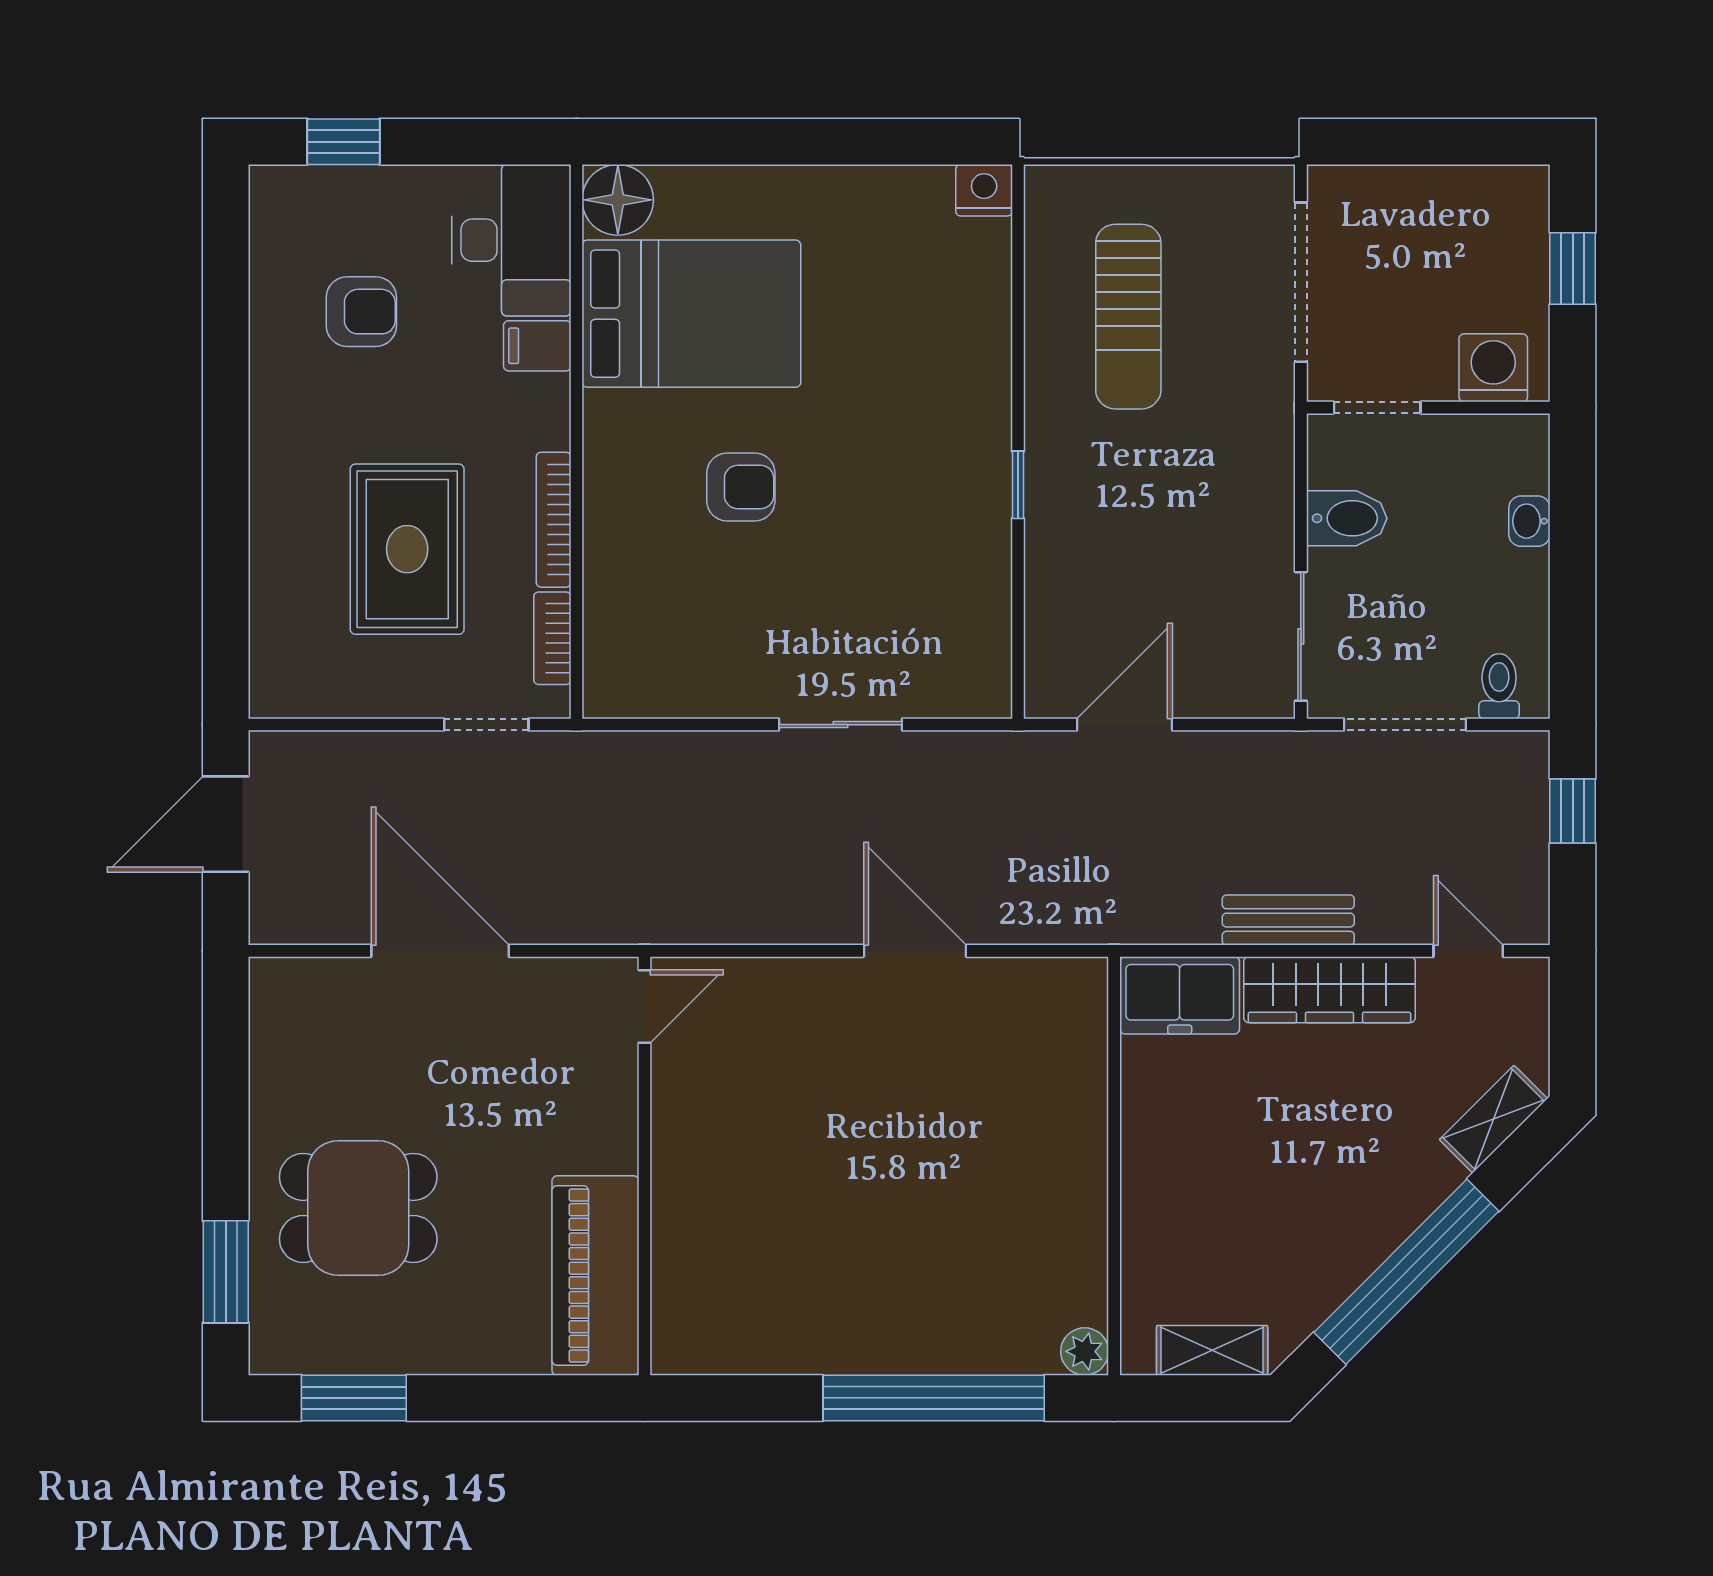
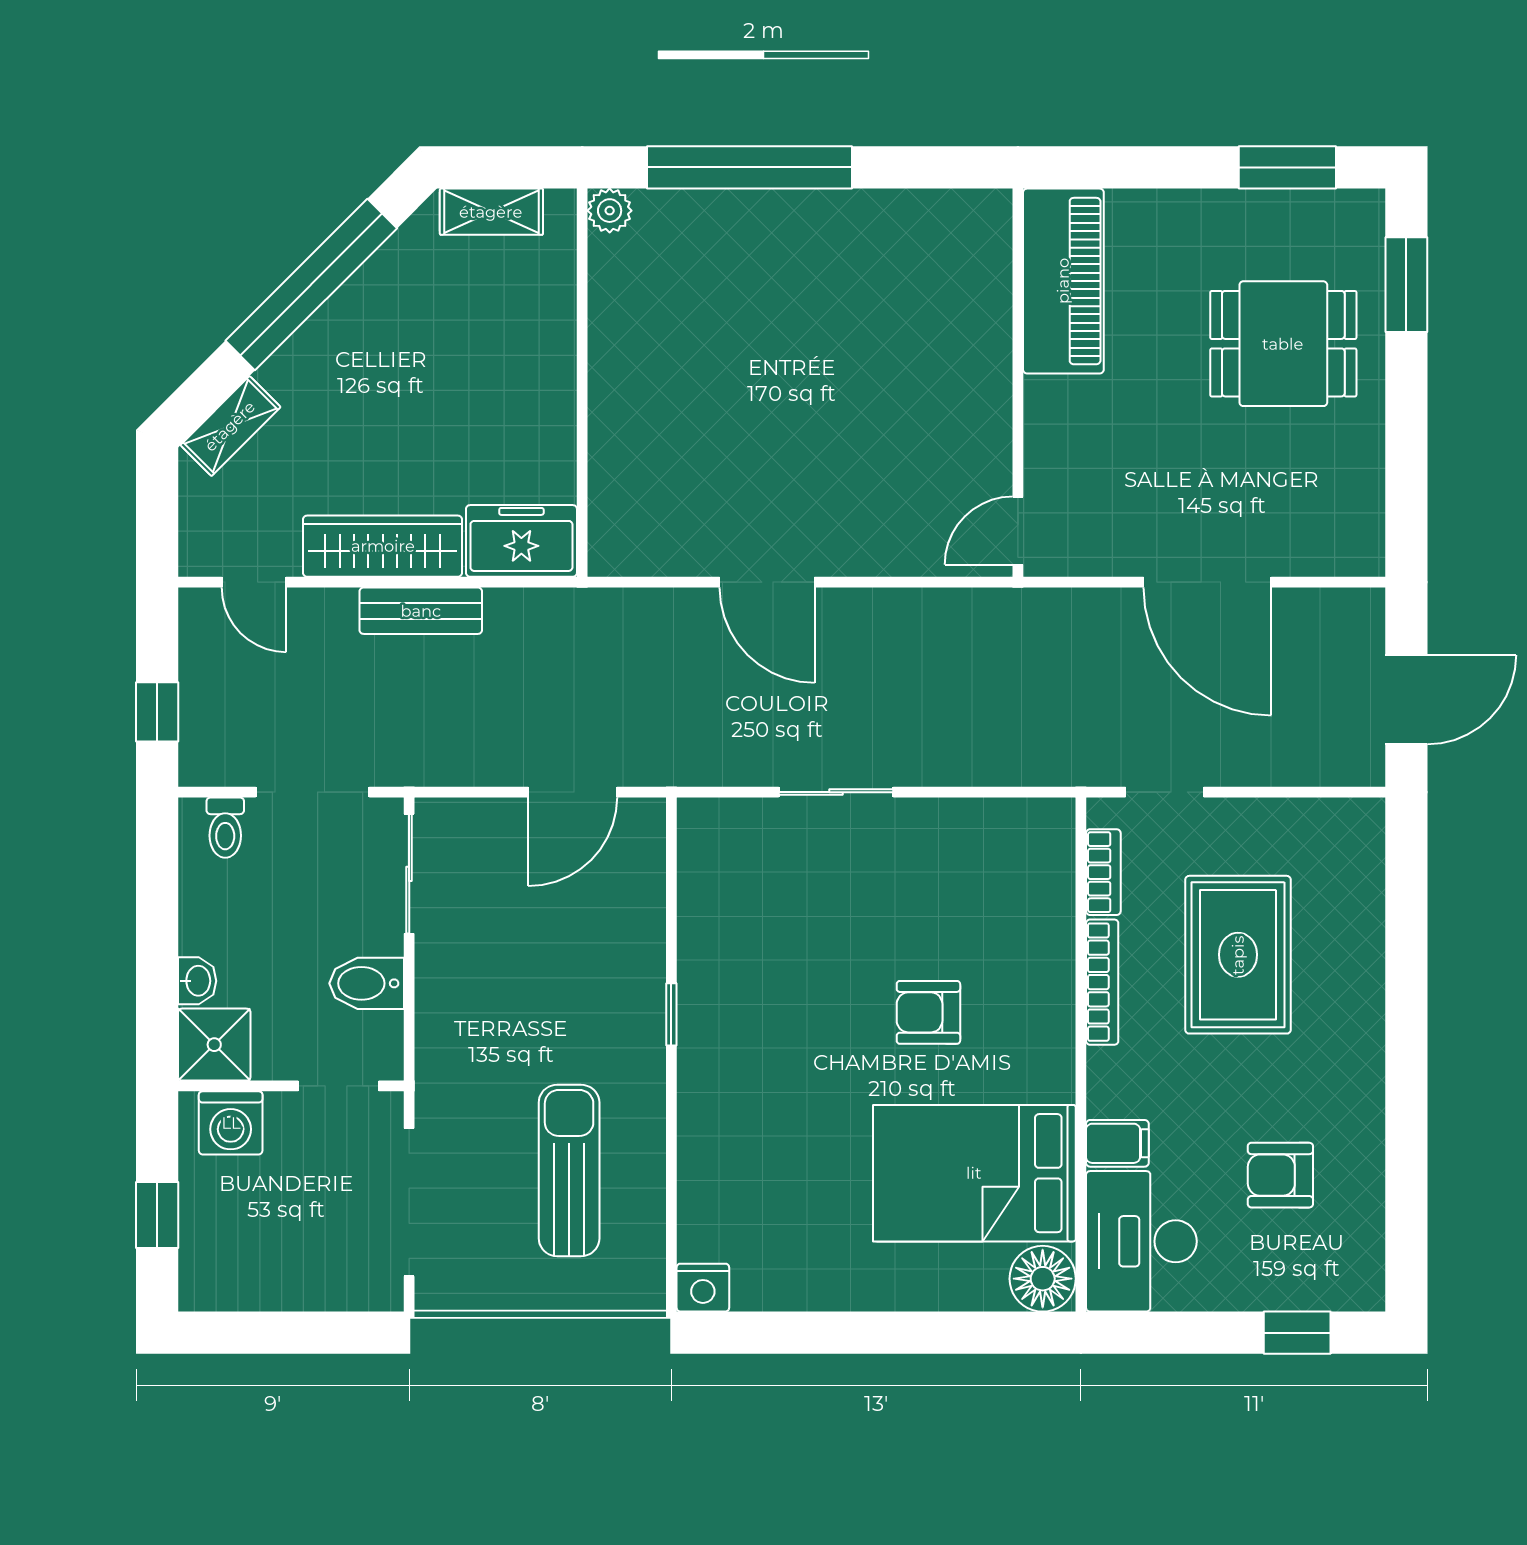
shower: (1511, 452) -> (214, 1045), added

